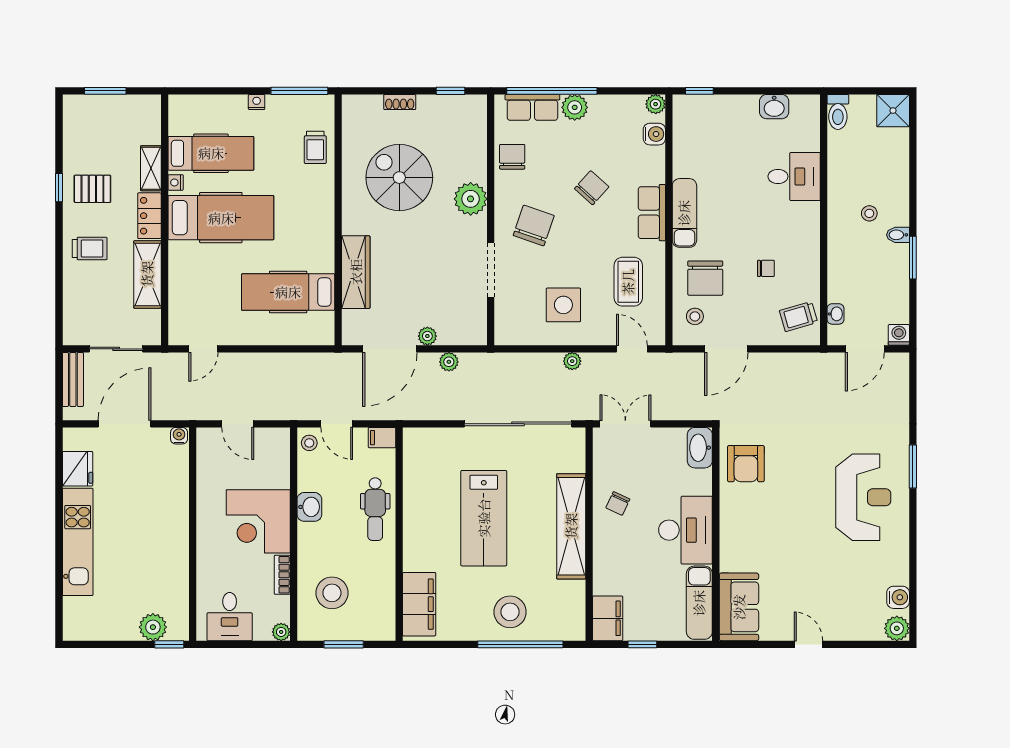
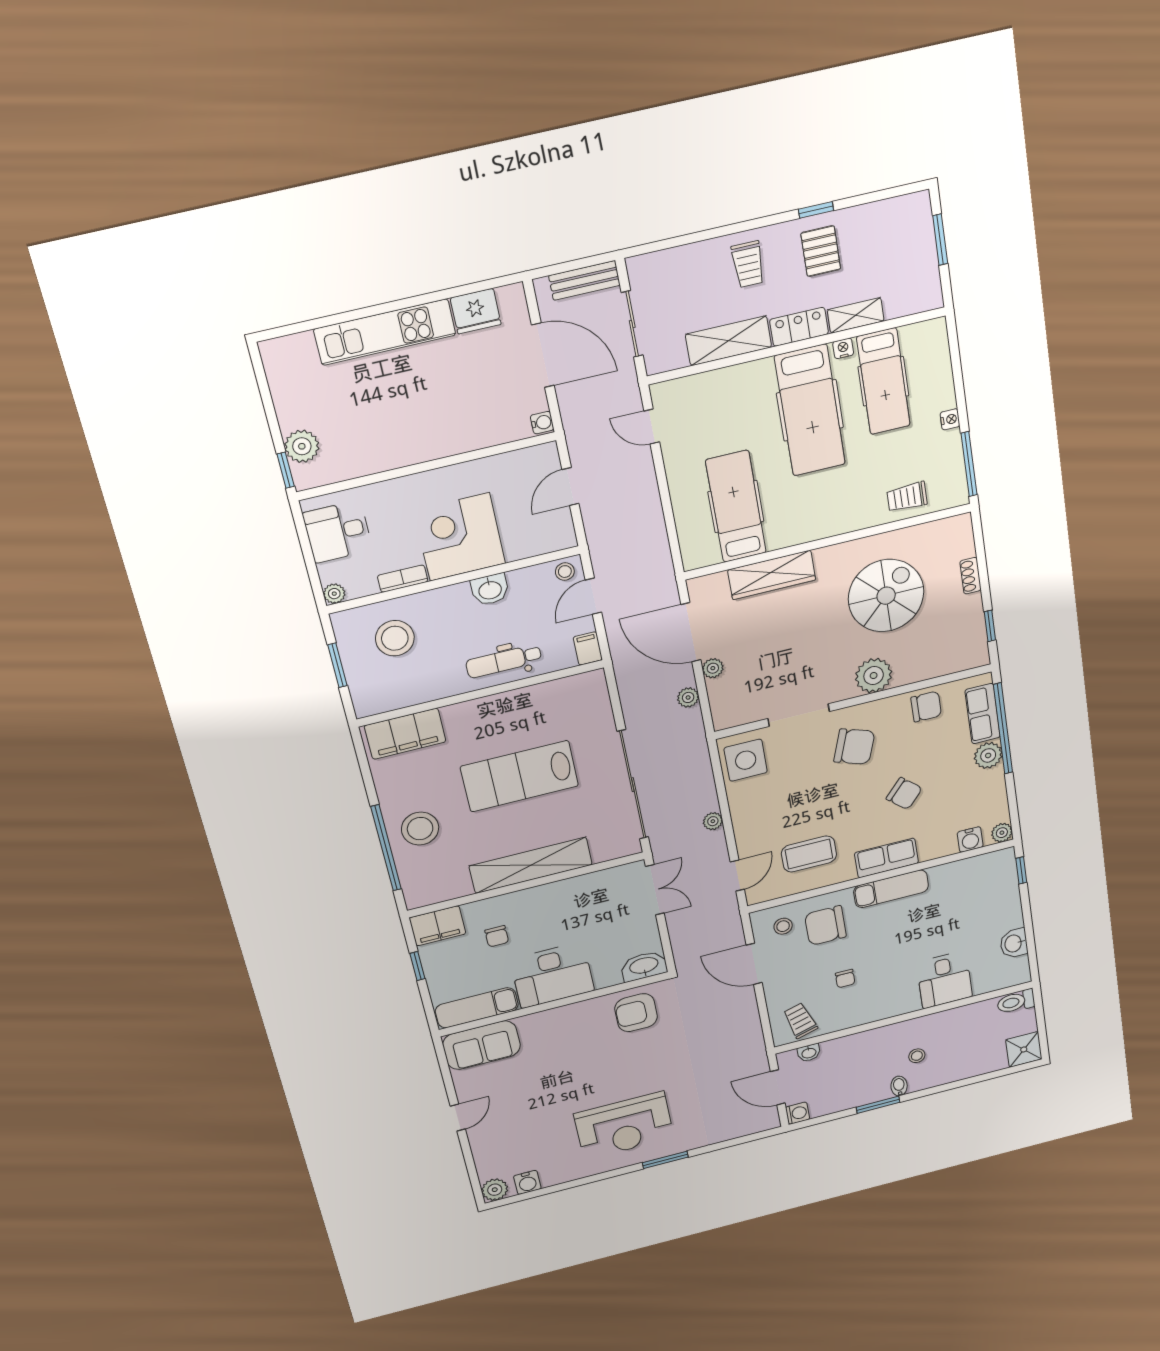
side table: (563, 305) -> (746, 760), moved
chair: (618, 503) -> (497, 936), moved, turned -115

